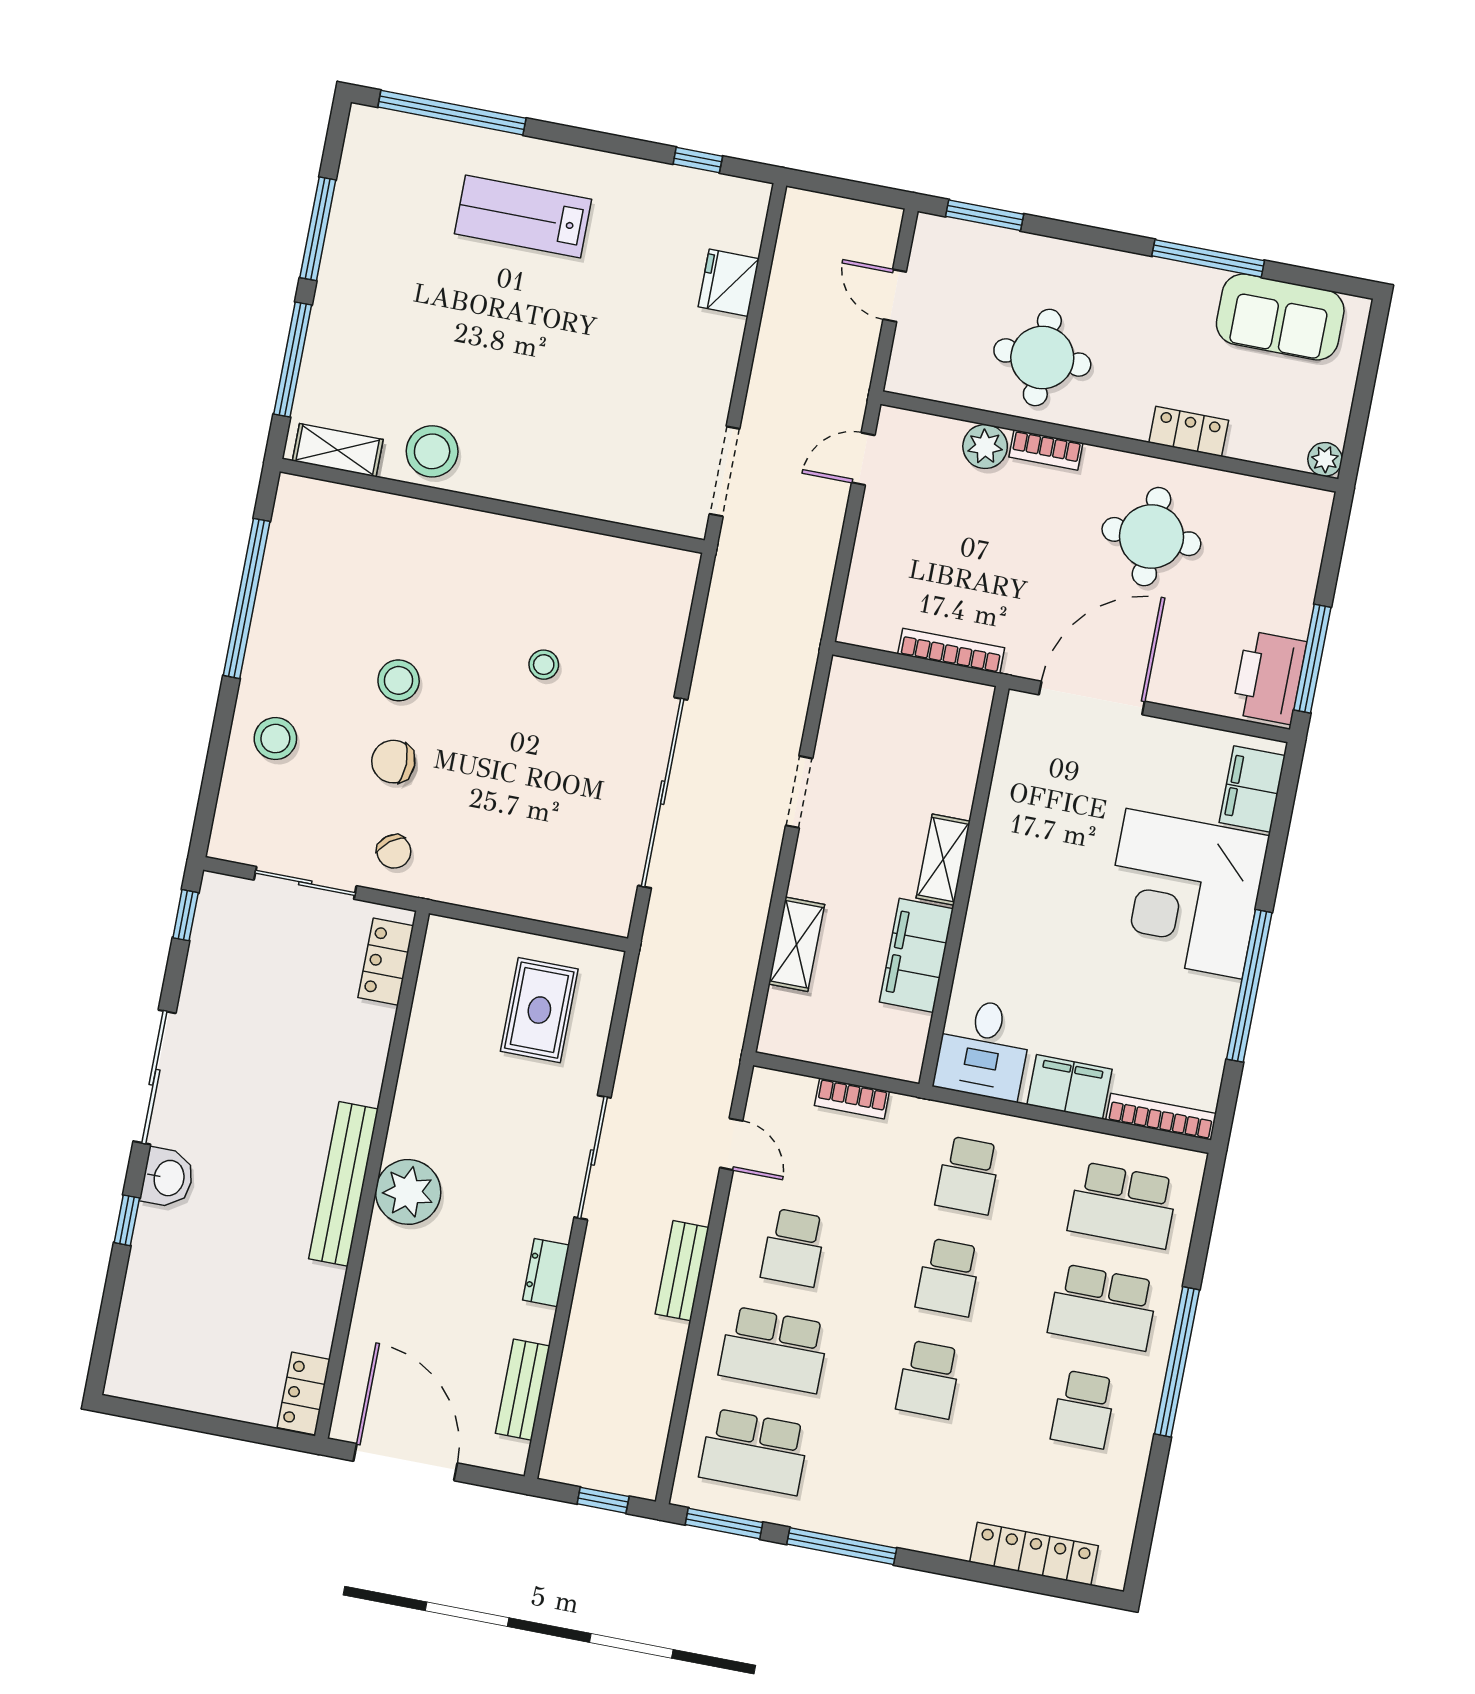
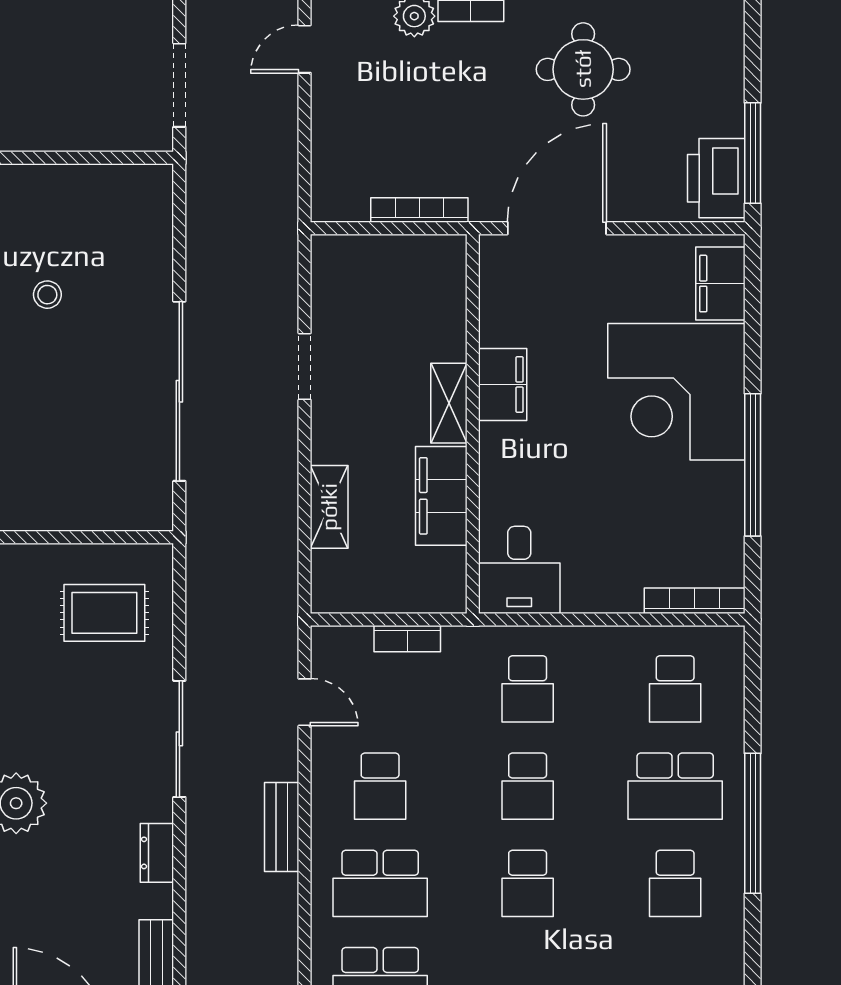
rug: (539, 1010) -> (104, 613), turned 90
filing cabinet: (1069, 1087) -> (503, 384), moved, turned 90
school desk: (1123, 1205) -> (675, 689), width x0.54

